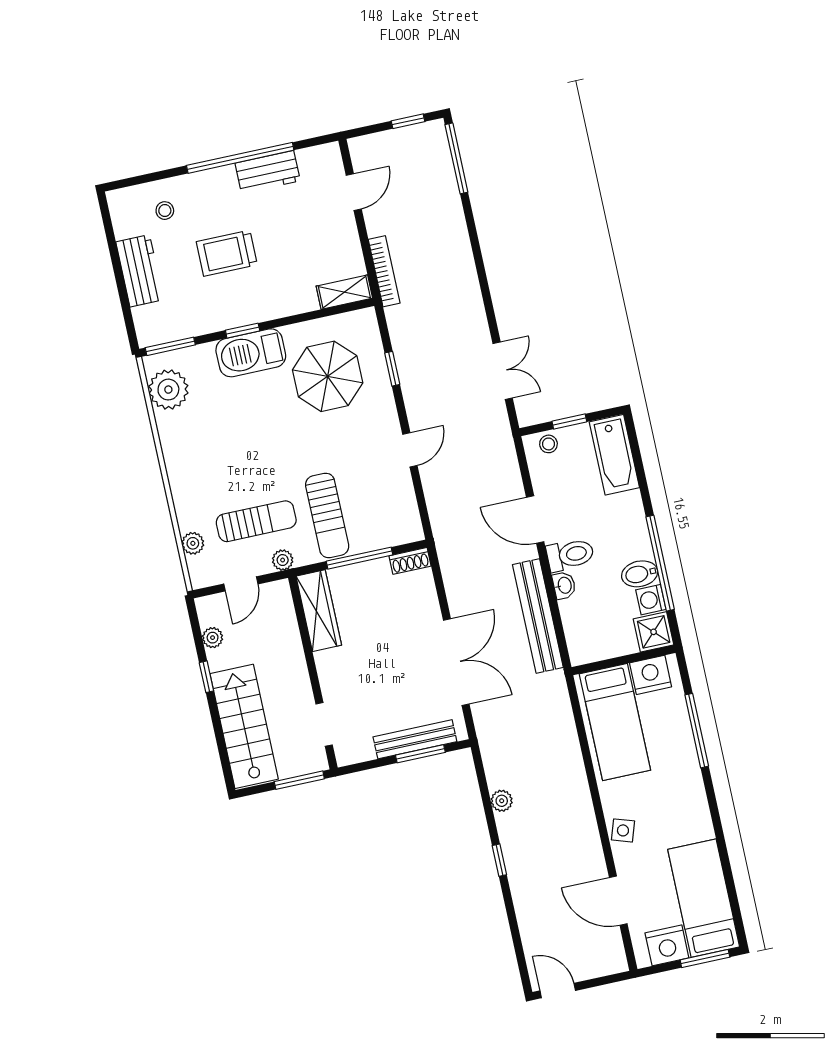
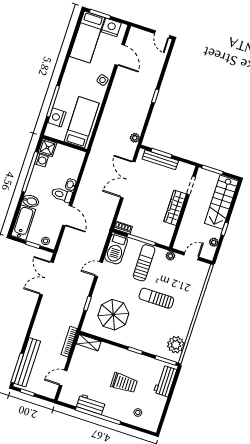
workbench: (140, 271) -> (165, 381), moved
barbecue: (251, 353) -> (116, 249), moved, turned 90
double door: (503, 371) -> (47, 278), width x1.37
sun lounger: (256, 521) -> (156, 298), moved
plant: (193, 543) -> (200, 282), removed
bidet: (640, 574) -> (31, 201), moved
wardrobe: (319, 611) -> (175, 208), moved
bench: (538, 616) -> (27, 362), moved
nightstand: (651, 675) -> (57, 117), moved, turned 90
plant: (502, 801) -> (135, 138), moved

